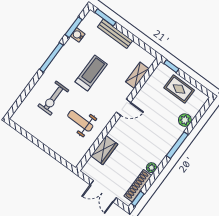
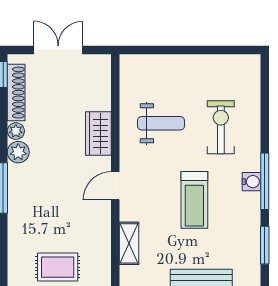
water cooler: (78, 35) -> (251, 182), moved
plant: (185, 120) -> (18, 152), moved
wardrobe: (104, 150) -> (98, 133), moved

